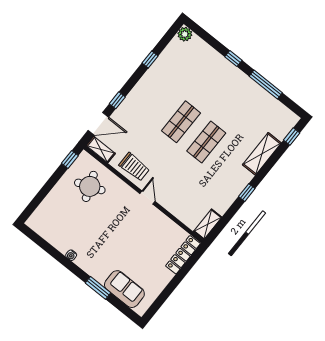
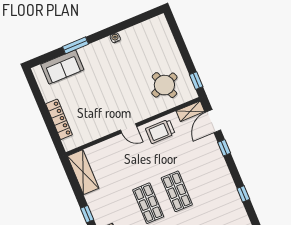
shelving: (208, 224) -> (83, 172), width x1.50, depth x1.33
locker: (183, 255) -> (59, 119), moved

